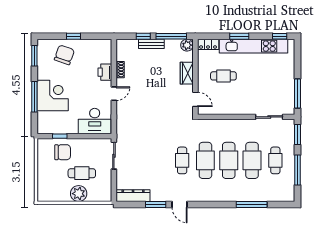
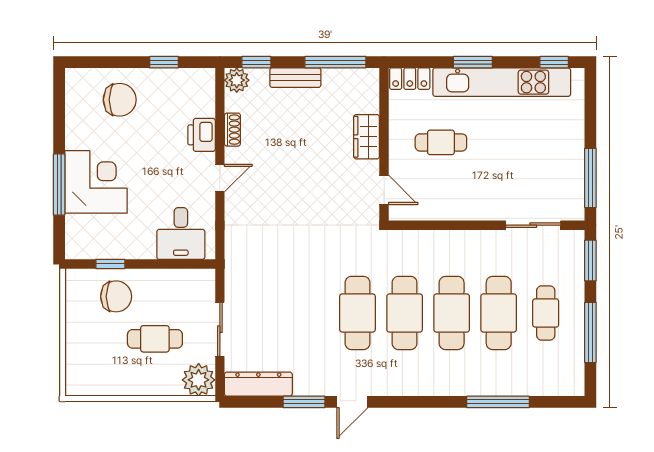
window: (73, 36) -> (164, 62), moved
window: (143, 36) -> (256, 62), moved
plant: (187, 45) -> (237, 80), moved
chair: (64, 55) -> (120, 100), turned 71
window: (34, 56) -> (59, 102), removed
desk: (95, 121) -> (181, 234), width x0.73
sliding door: (114, 156) -> (220, 329), moved
cafe table: (182, 160) -> (357, 313), width x1.37, depth x1.35
plant: (79, 194) -> (199, 380), moved
door: (180, 204) -> (352, 402), hinge flipped

